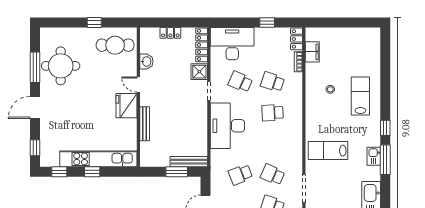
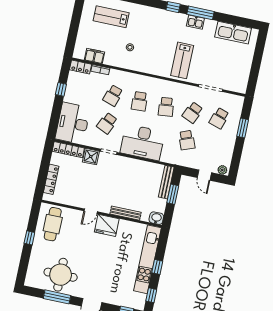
locker: (170, 33) -> (51, 179), width x1.53
washbasin: (146, 61) -> (156, 218), moved
lab bench: (360, 96) -> (111, 17), moved
school desk: (273, 144) -> (166, 107), added

